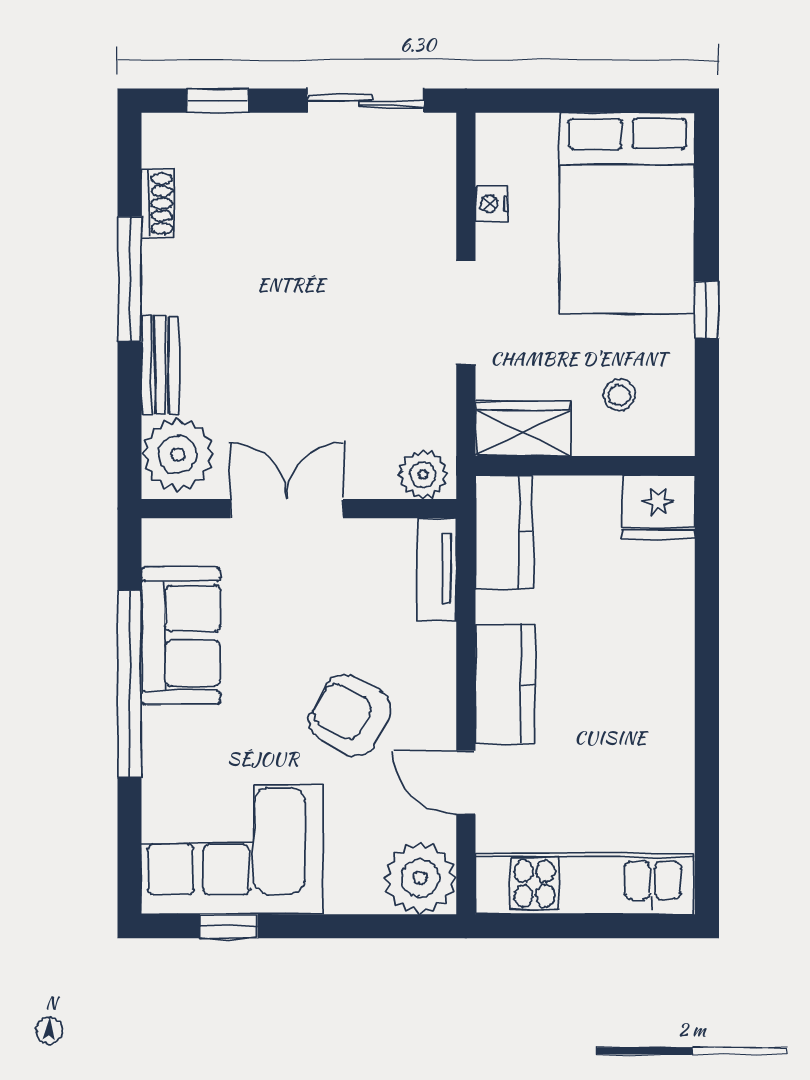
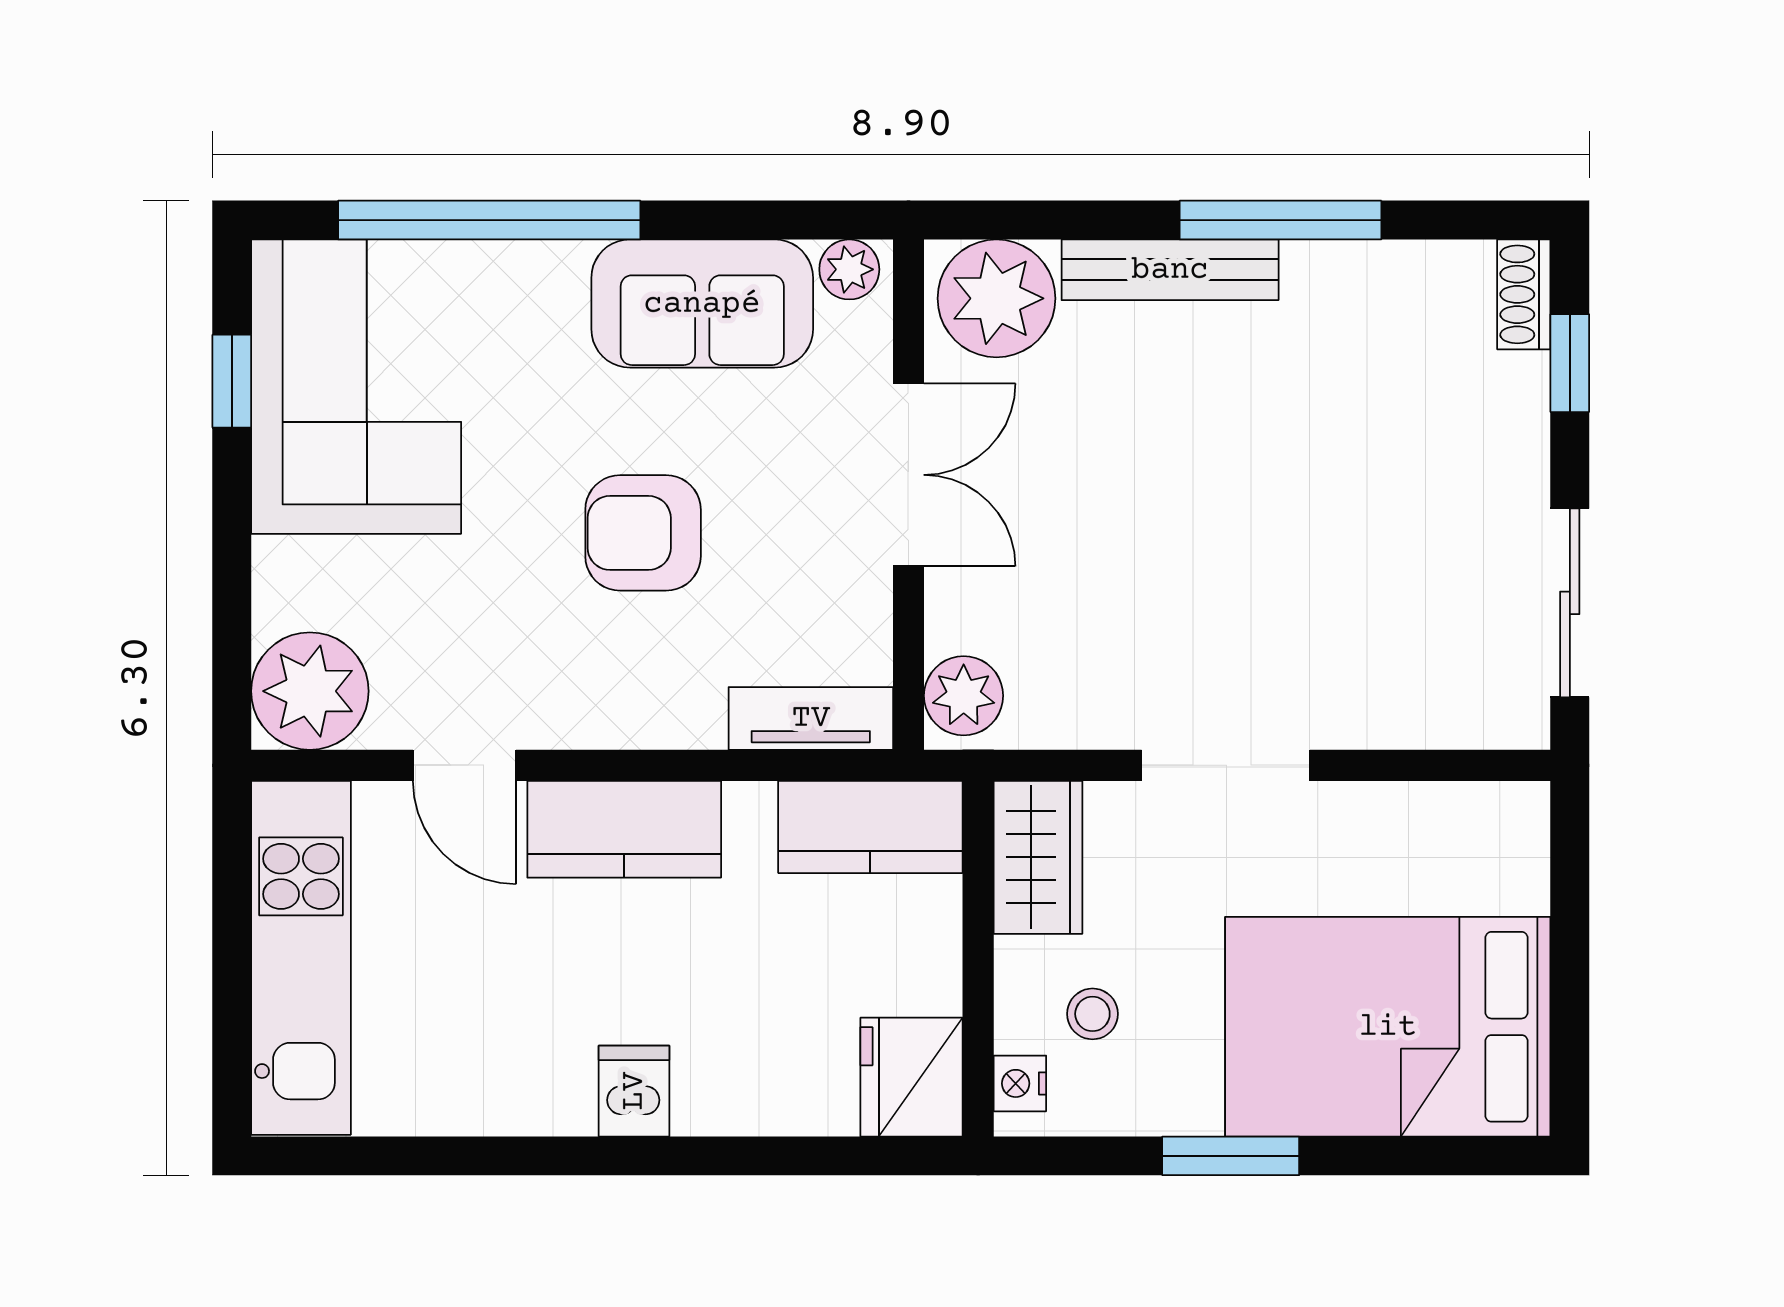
shoe rack: (158, 204) -> (1524, 294), moved, turned 90
nightstand: (492, 204) -> (1020, 1083), moved, turned -90
window: (707, 310) -> (1231, 1156), width x1.50
bench: (160, 365) -> (1170, 270), width x1.36
plant: (160, 545) -> (849, 269), added
dishwasher: (667, 678) -> (634, 1091), added
window: (129, 684) -> (489, 220), moved
armchair: (350, 716) -> (643, 533), moved, turned -118
door: (466, 783) -> (465, 765), swing flipped

